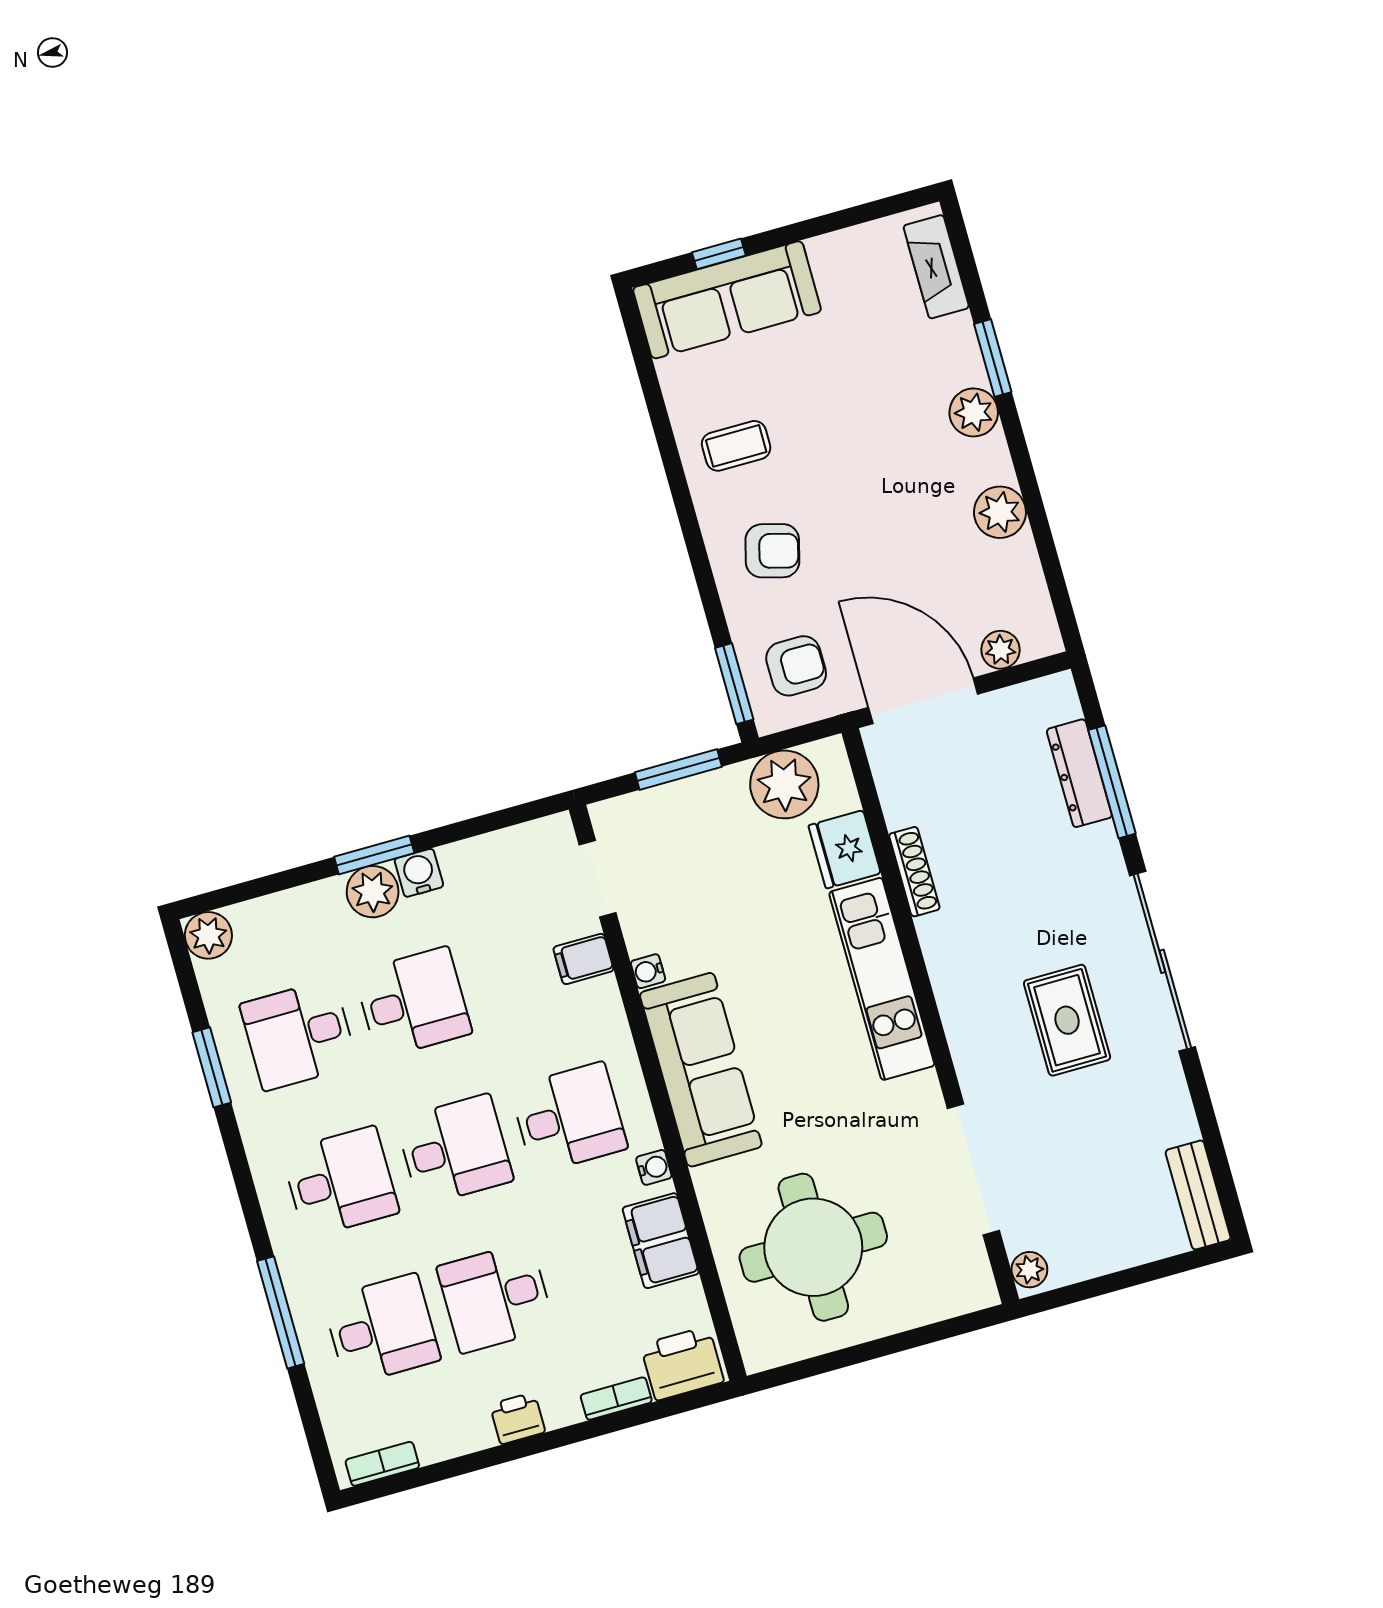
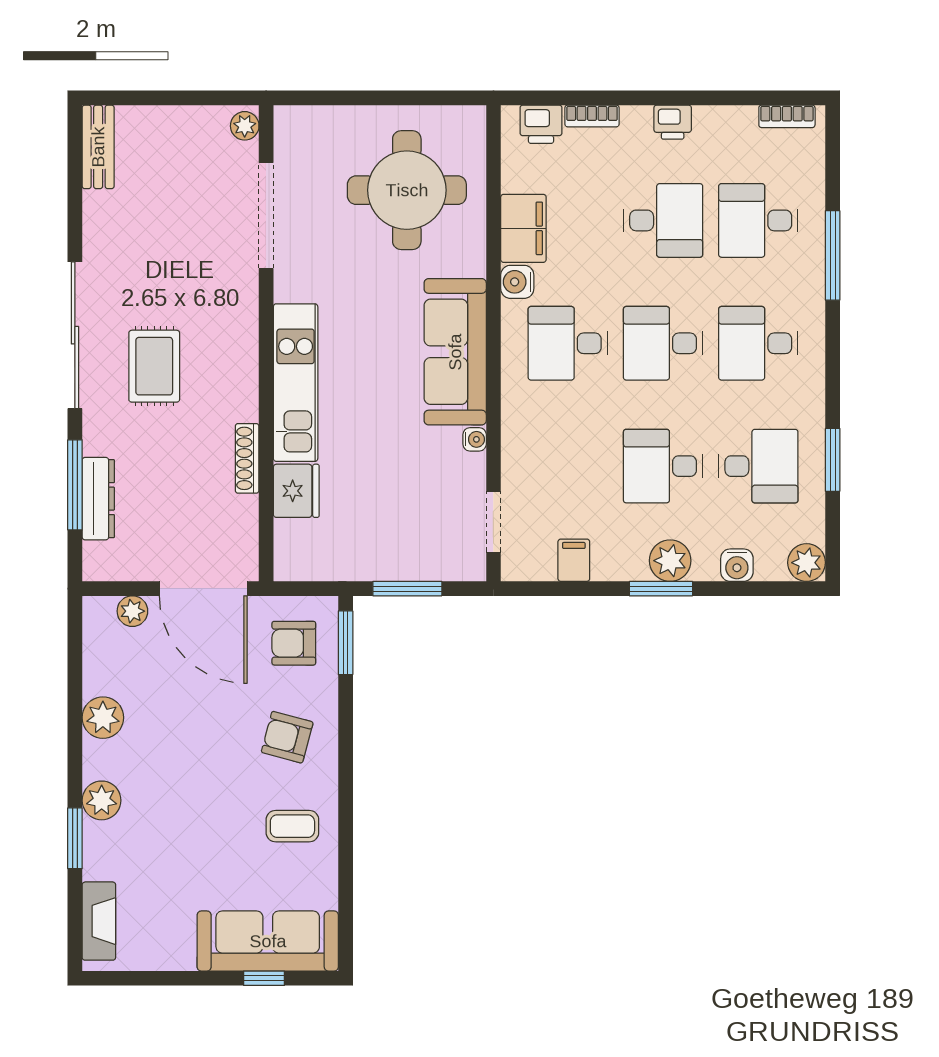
plant: (784, 784) -> (329, 554), removed
water cooler: (419, 873) -> (737, 565), moved
filing cabinet: (583, 959) -> (574, 560), moved, turned -90
rug: (1067, 1020) -> (154, 366), moved
water cooler: (654, 1167) -> (517, 282), width x1.38, depth x1.38
printer: (682, 1363) -> (541, 124), width x0.73, depth x0.81

